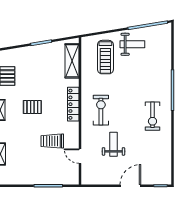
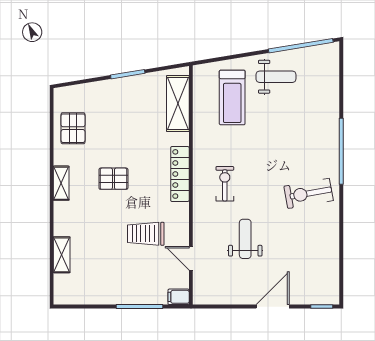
exercise bike: (101, 110) -> (225, 184), width x0.73, depth x0.72
exercise bike: (152, 116) -> (309, 193), turned 80
filing cabinet: (72, 180) -> (179, 297), added

